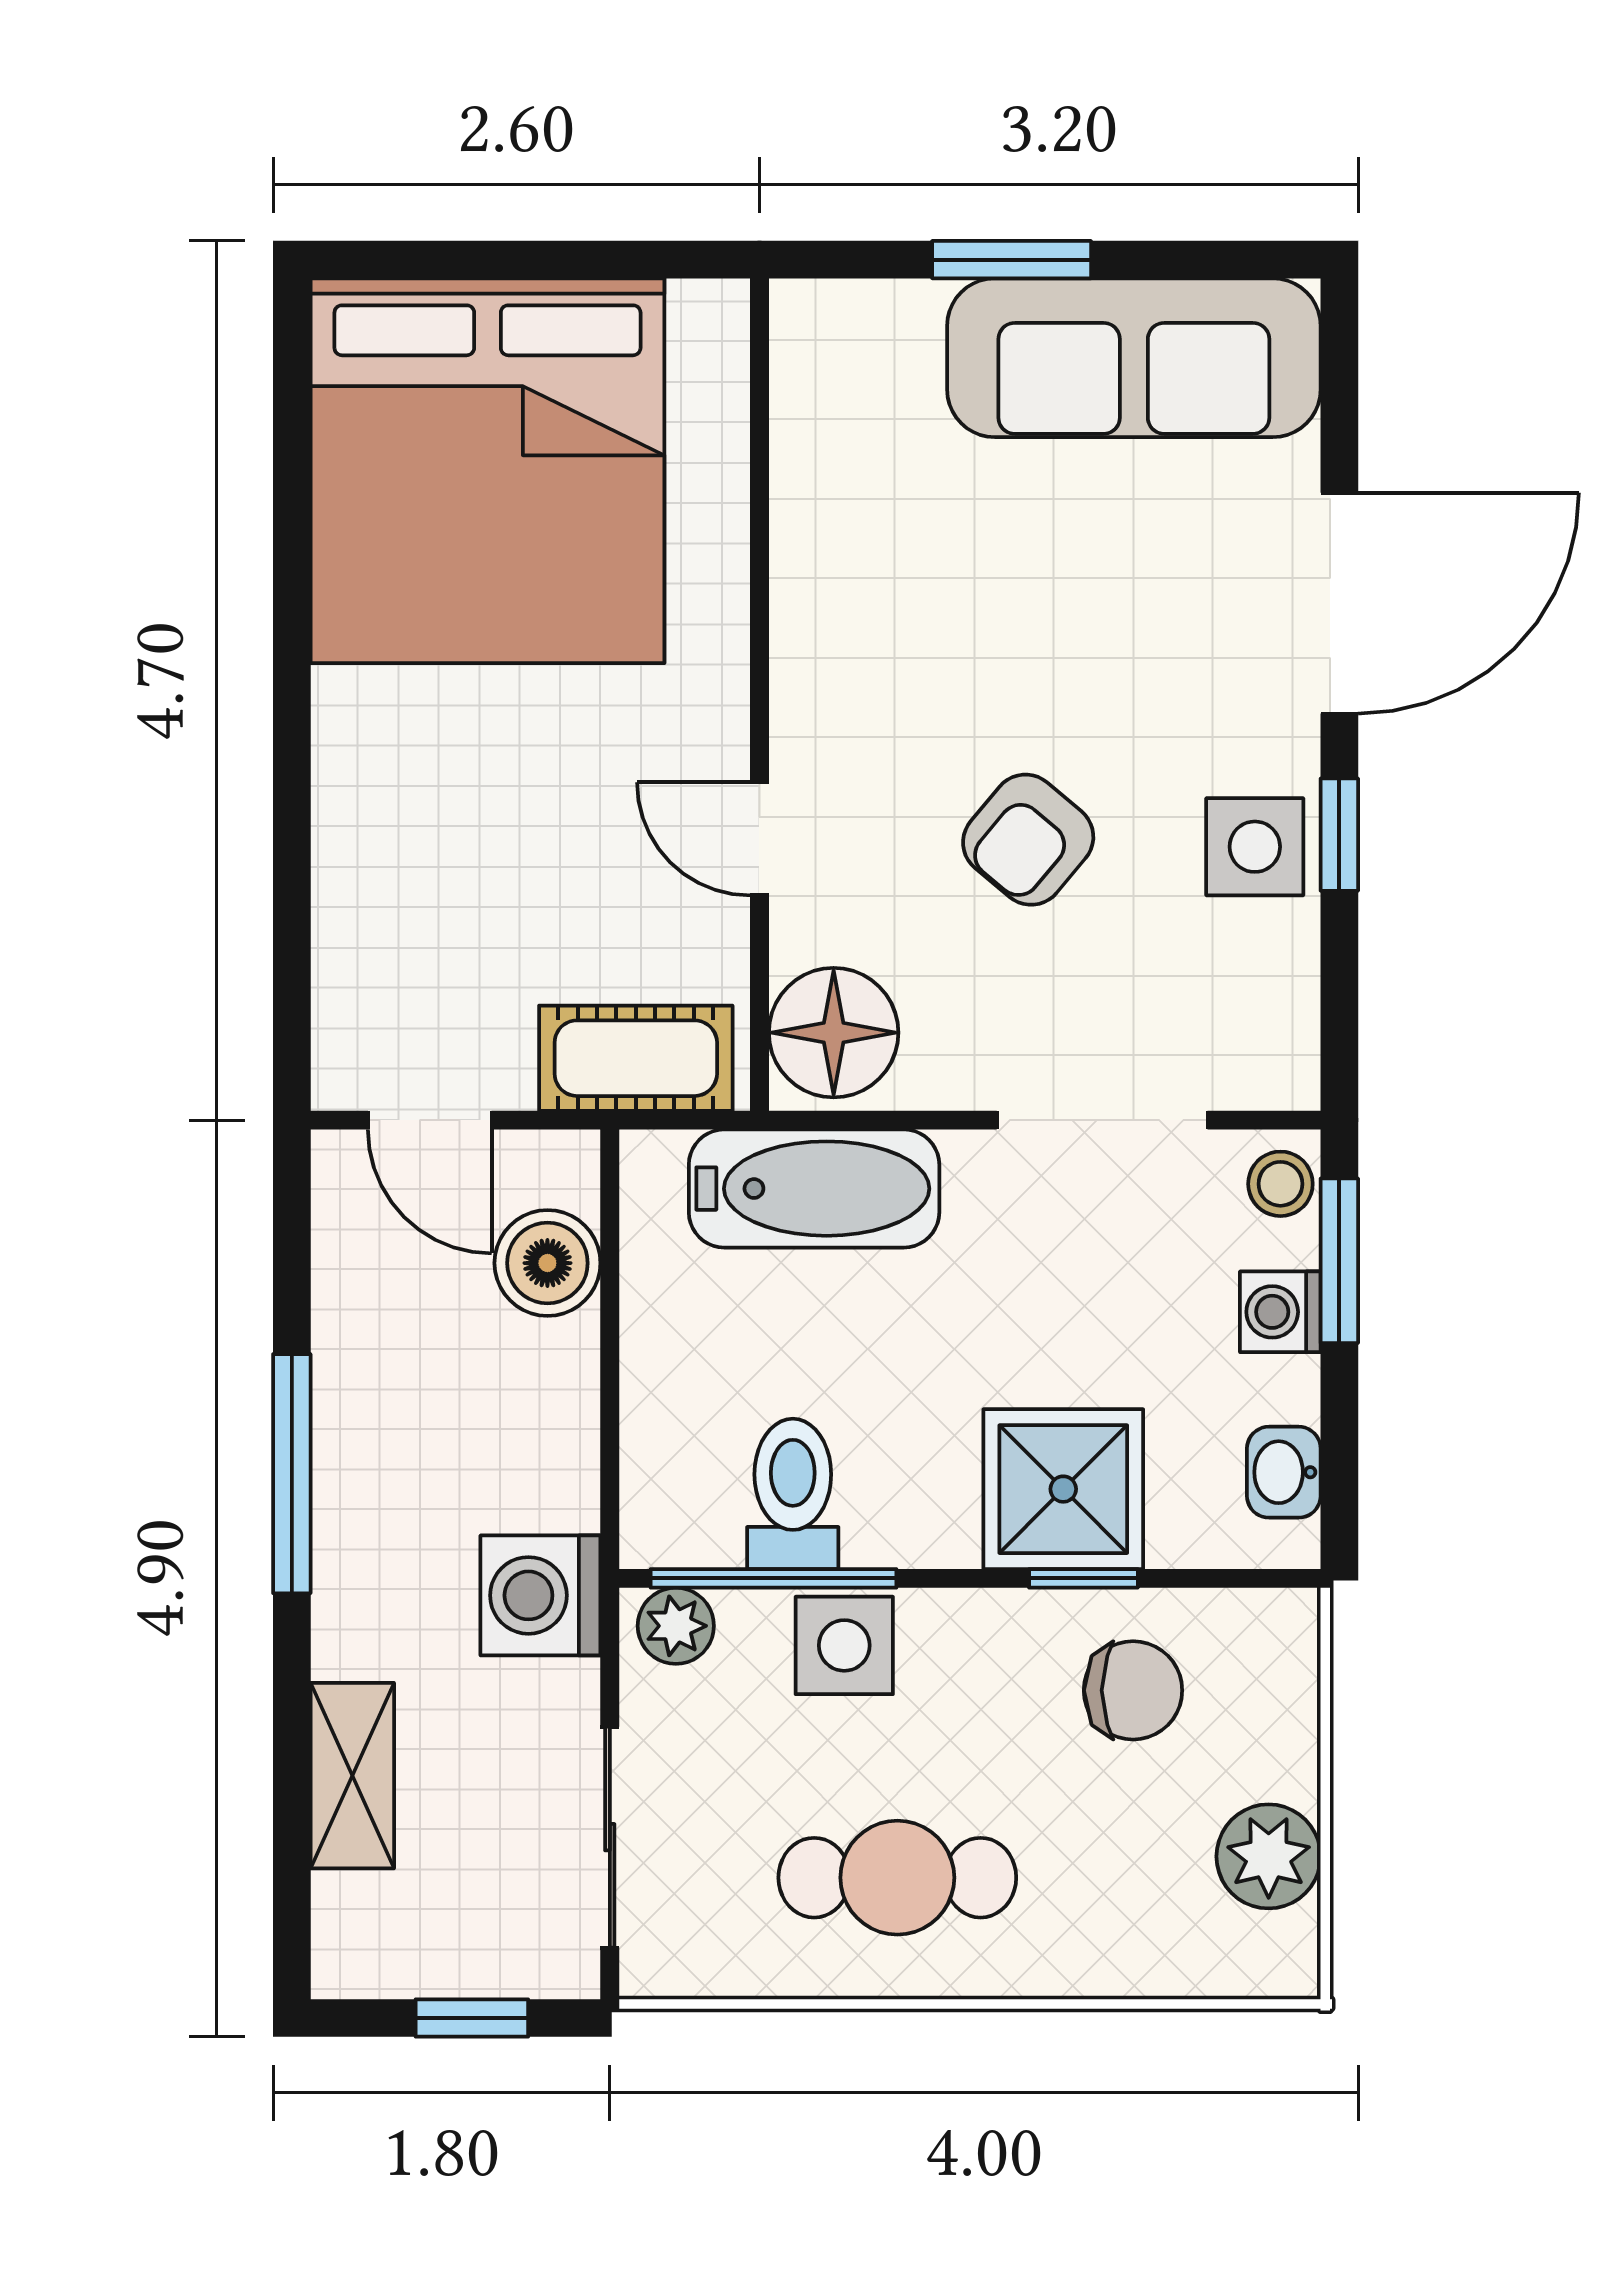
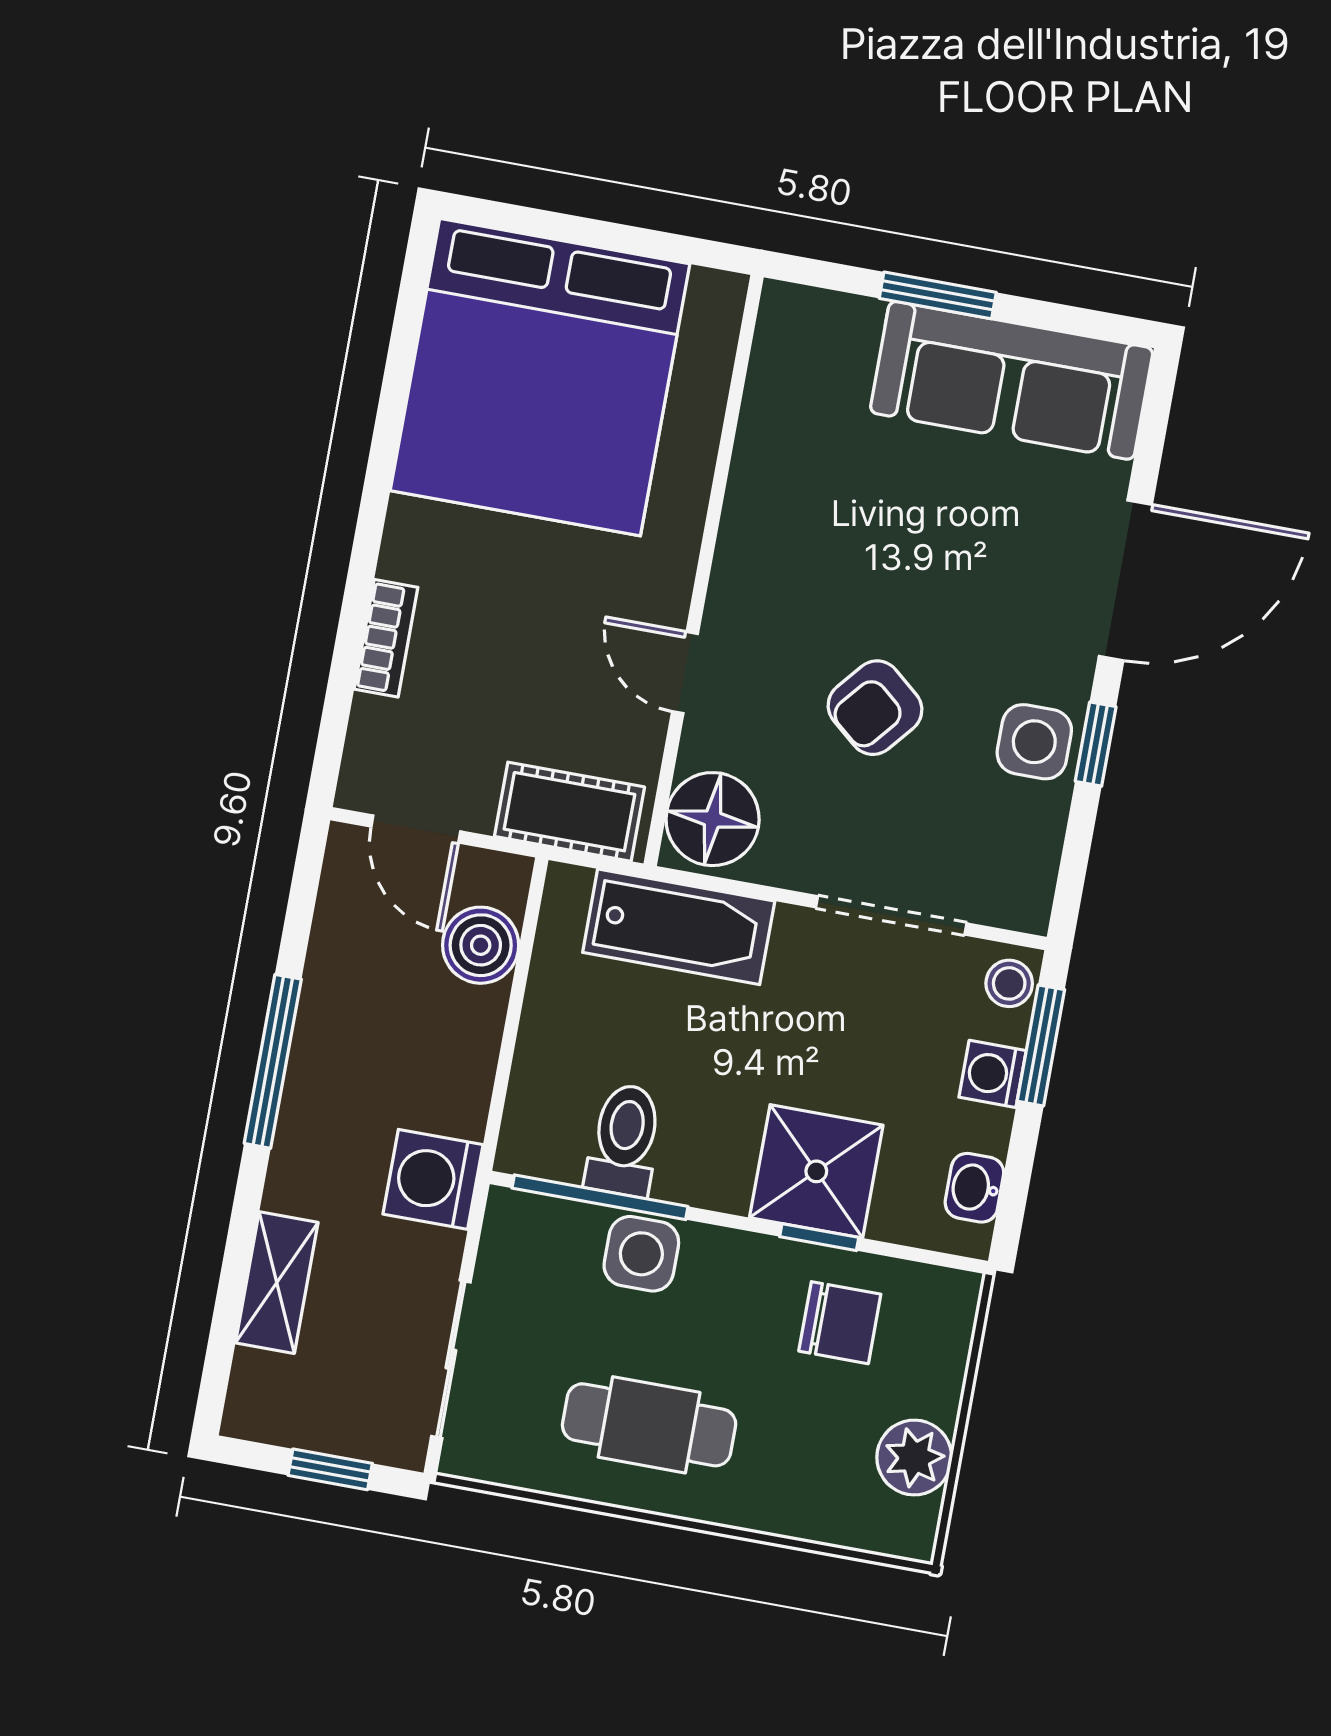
bookcase: (342, 866) -> (386, 638), added
plant: (676, 1626) -> (525, 1218), removed

